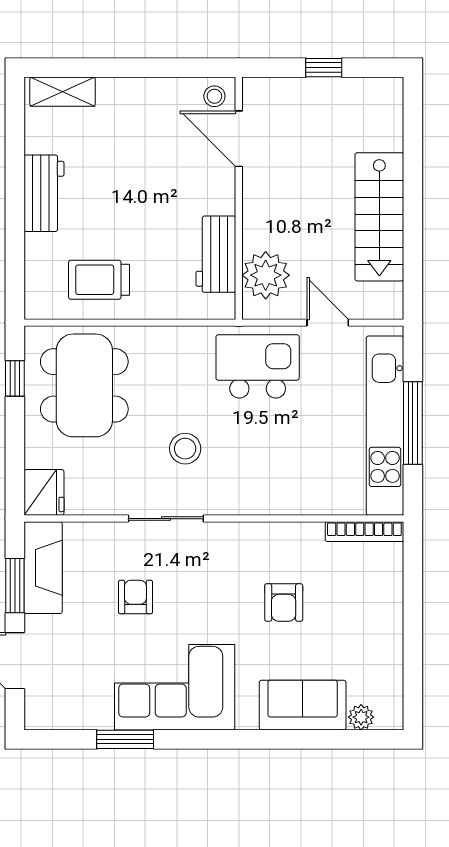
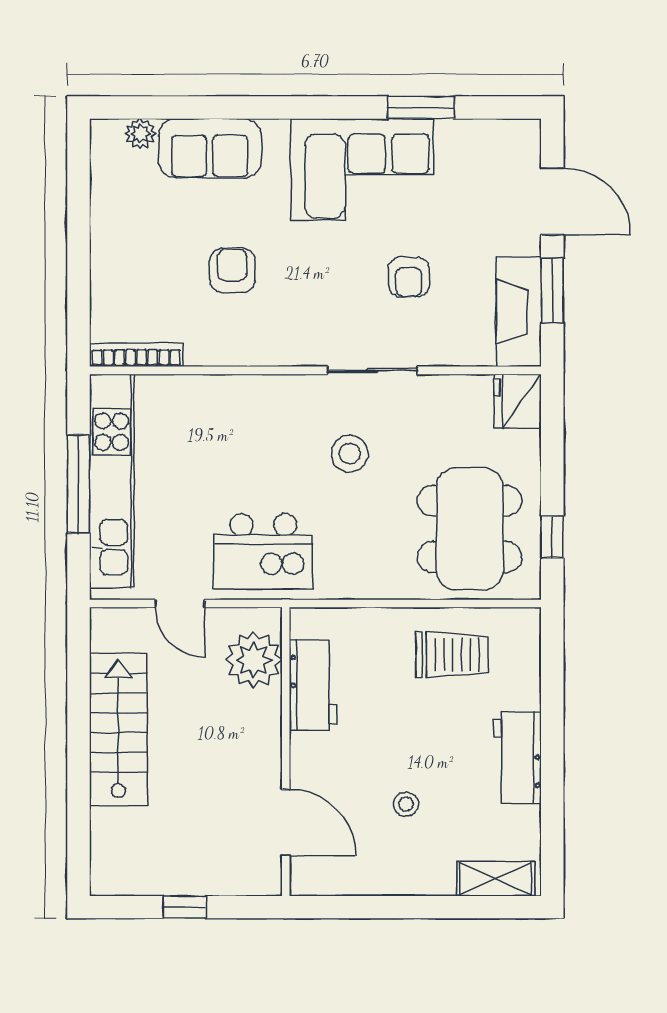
stool: (214, 96) -> (406, 804), moved

